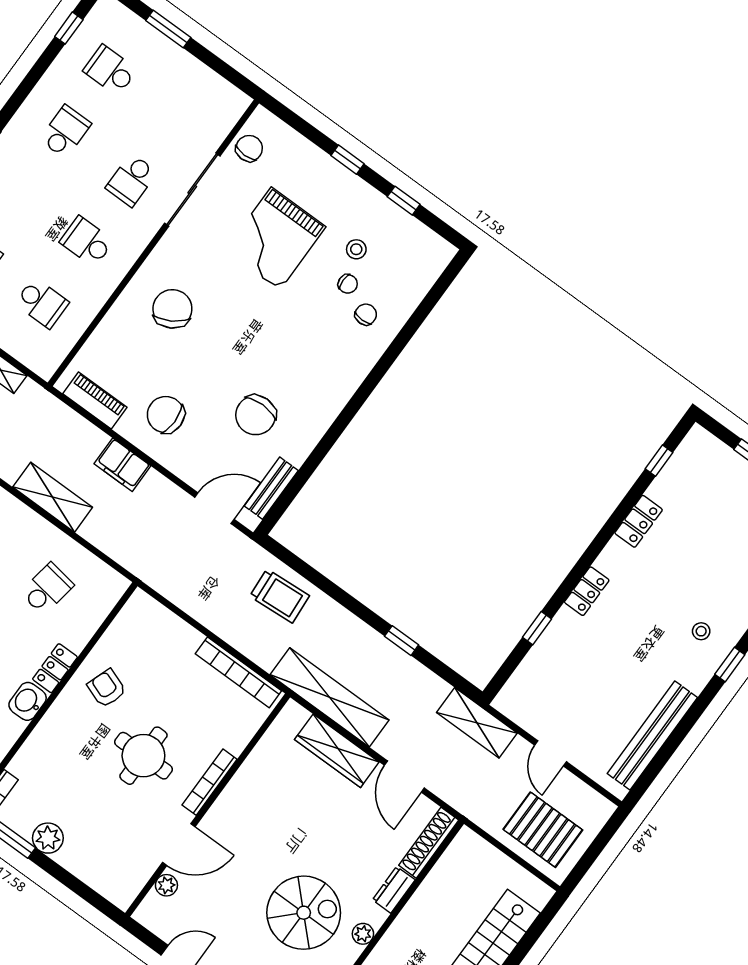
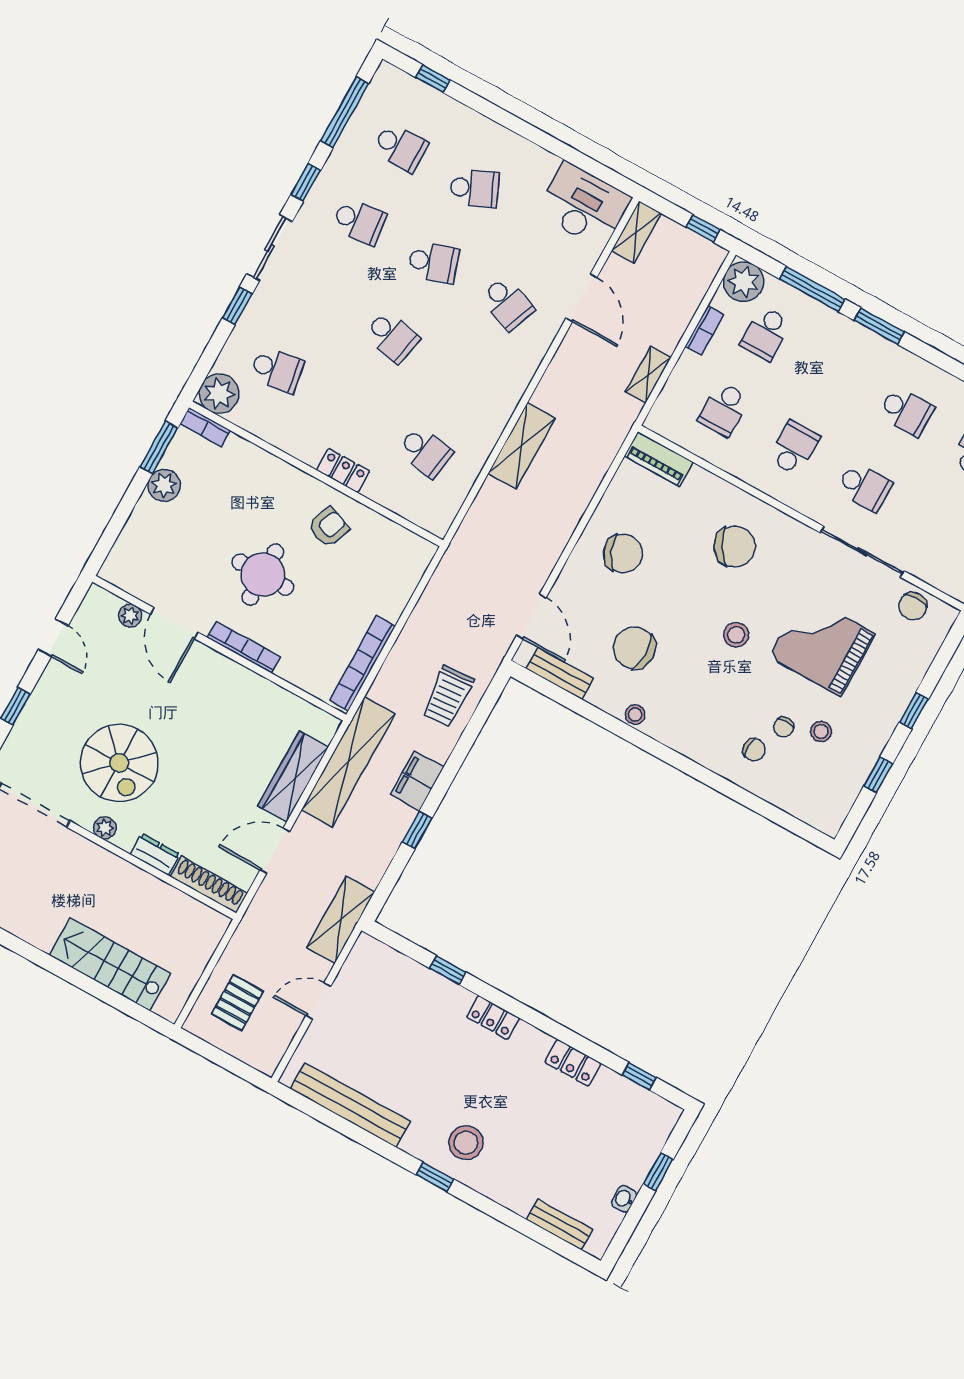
chair: (249, 148) -> (913, 606), turned 90
school desk: (132, 180) -> (864, 487), turned 180
stool: (255, 318) -> (736, 635), added
piano: (95, 401) -> (659, 459), moved, turned 90
chair: (166, 415) -> (623, 553), turned 67
stool: (319, 422) -> (635, 715), added
filing cabinet: (122, 465) -> (417, 781), moved
stool: (701, 631) -> (466, 1143), width x1.89, depth x1.89
washbasin: (28, 701) -> (305, 446), removed
pallet: (543, 830) -> (237, 1003), width x0.67, depth x0.71

